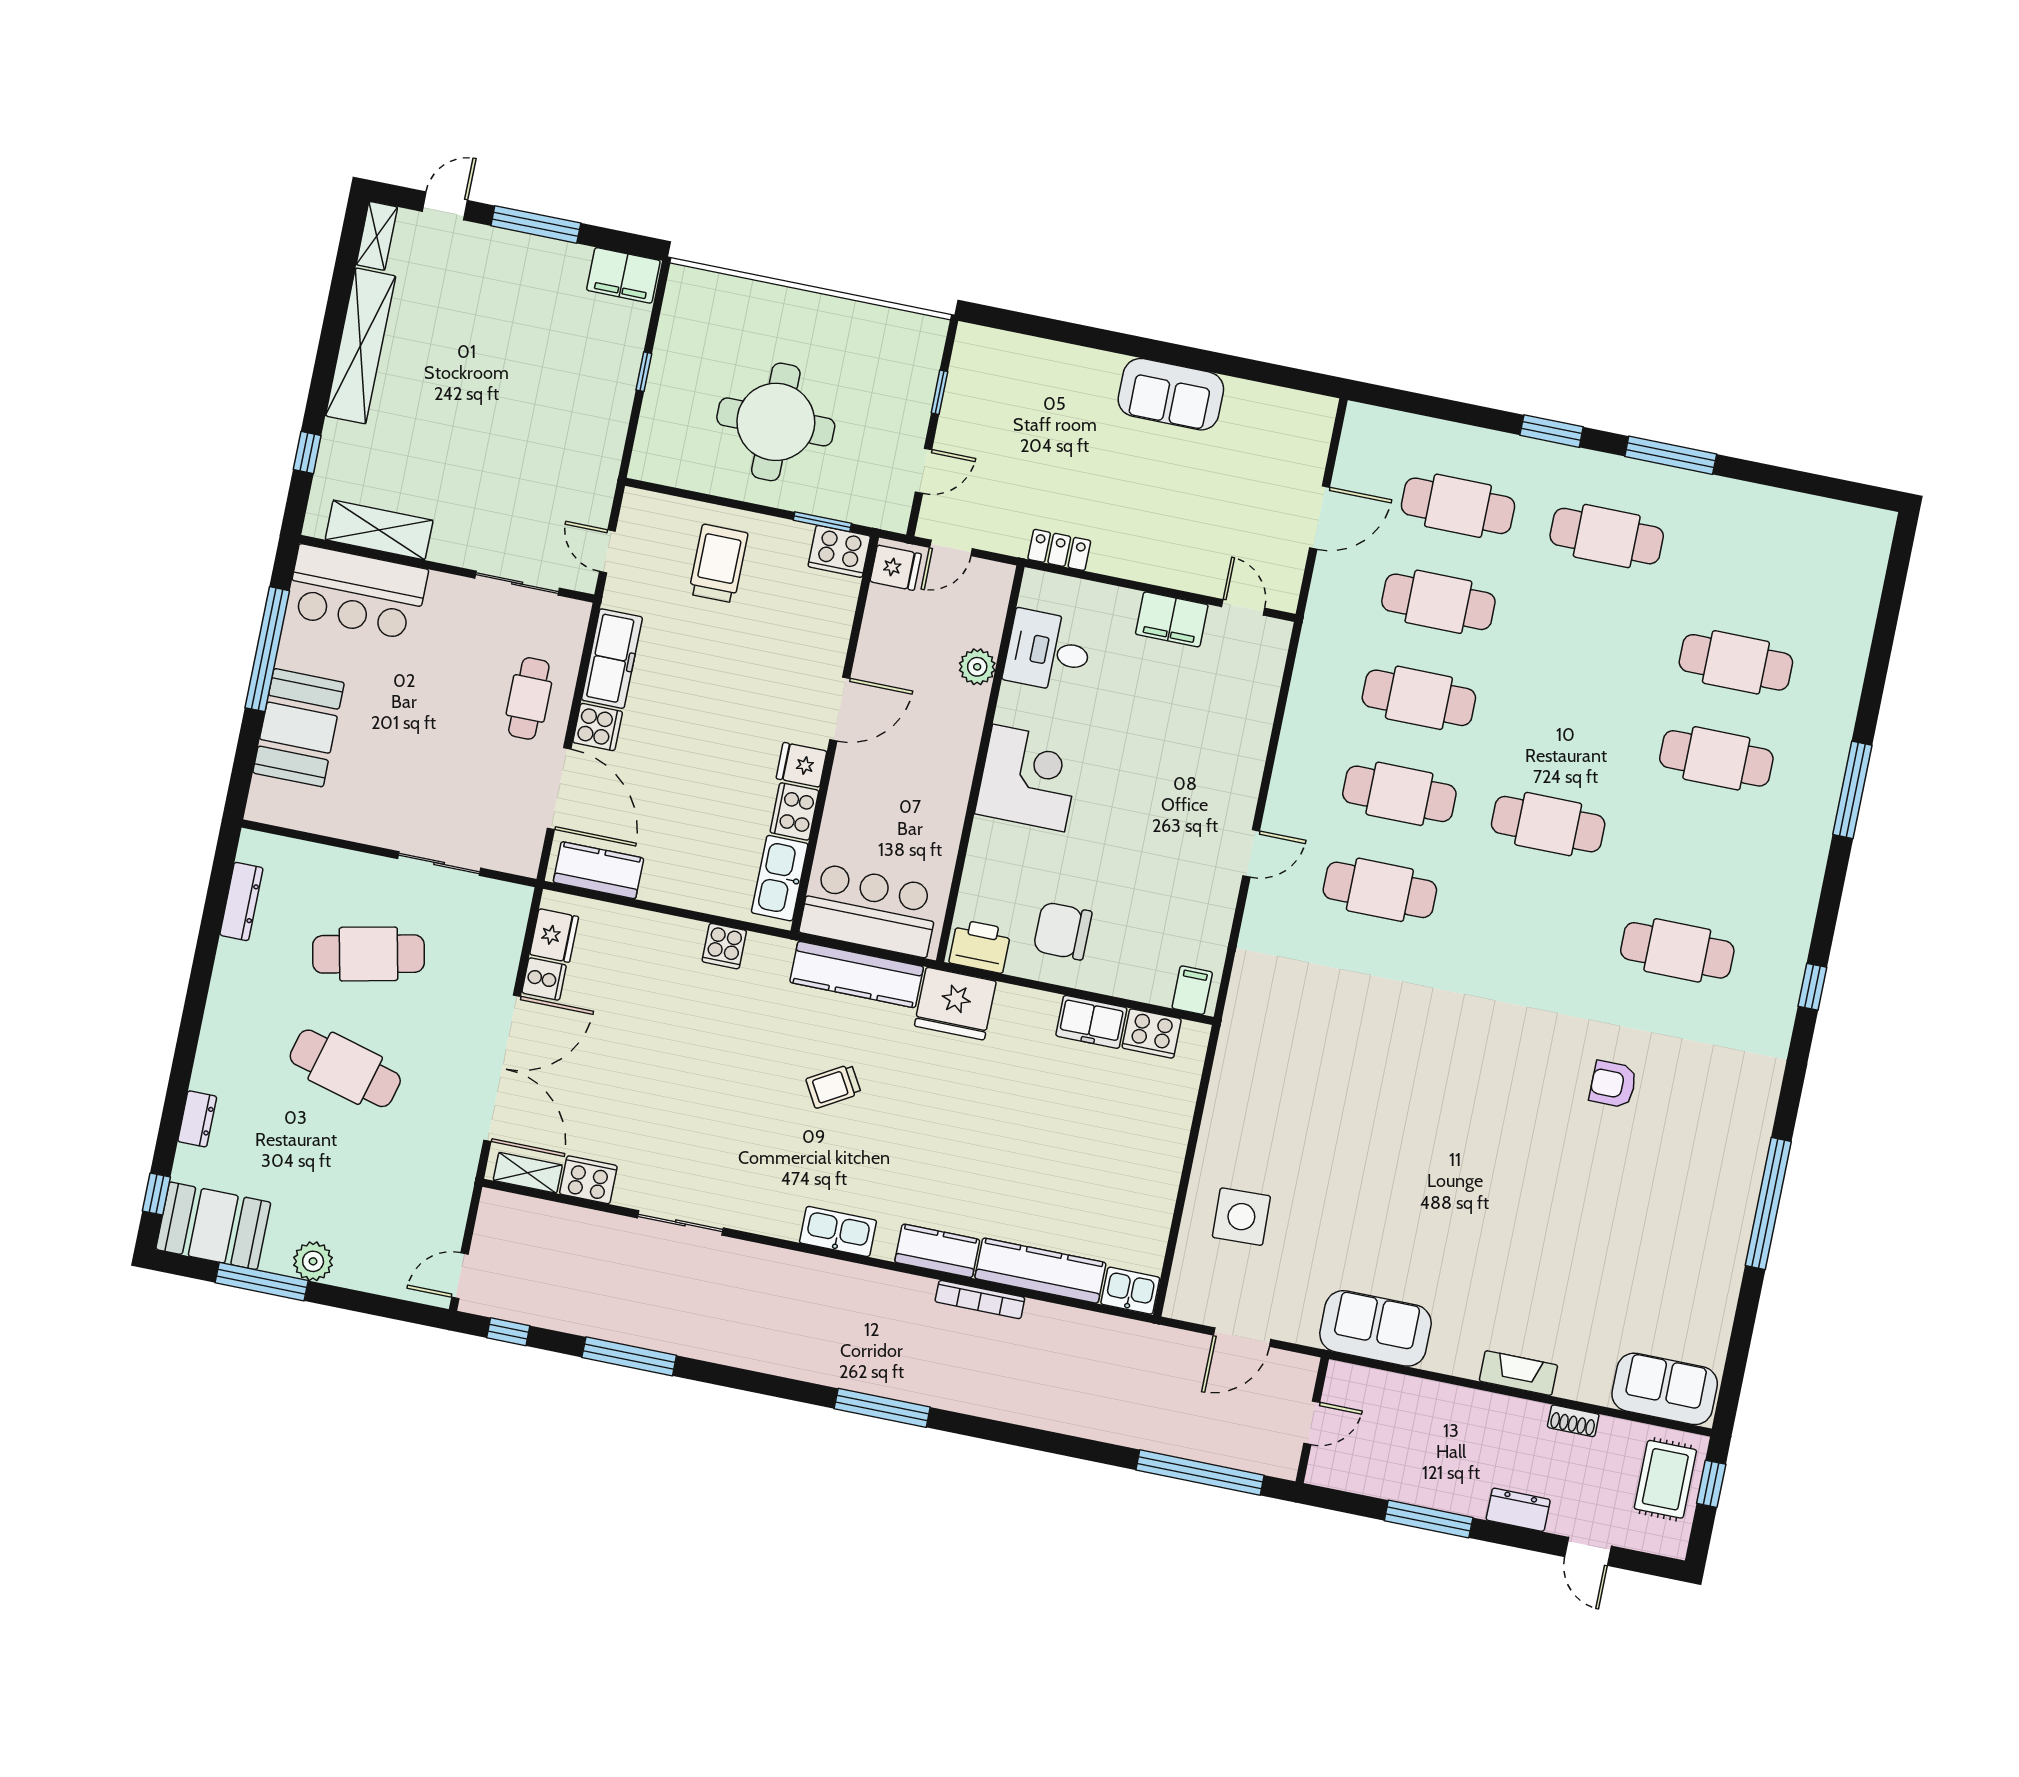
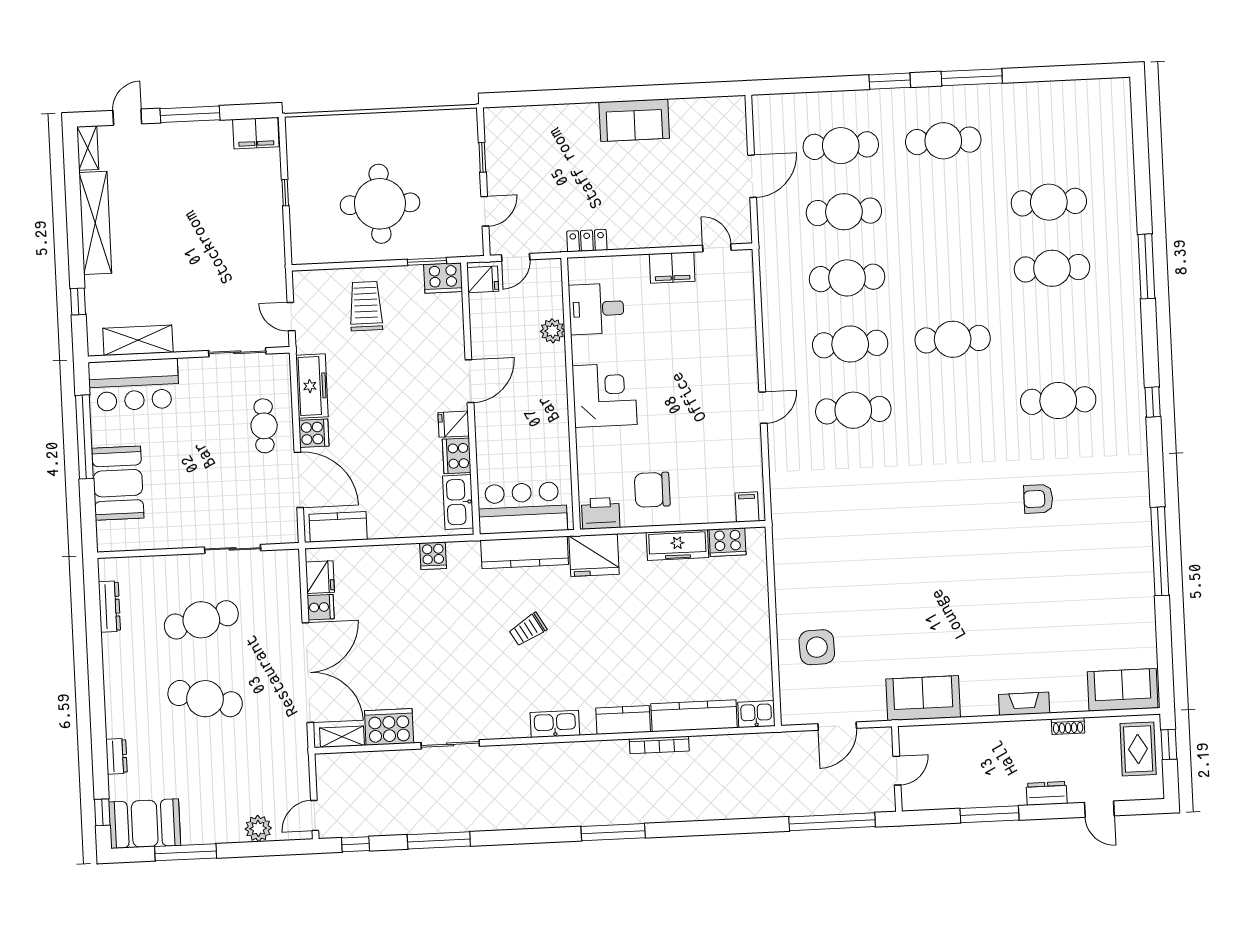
freezer: (1091, 1022) -> (677, 545), width x1.40
cooker: (588, 1180) -> (389, 727), width x1.37, depth x1.31
plant: (313, 1261) -> (258, 828), moved

